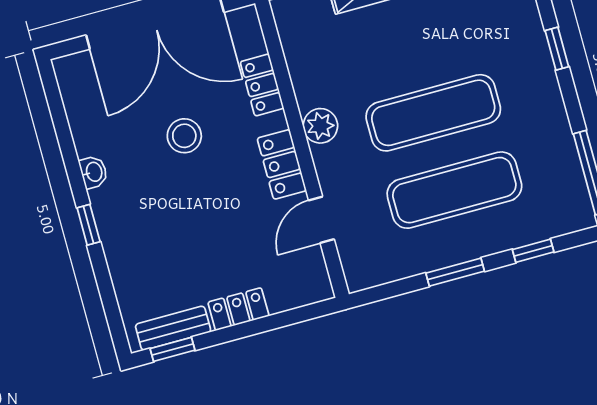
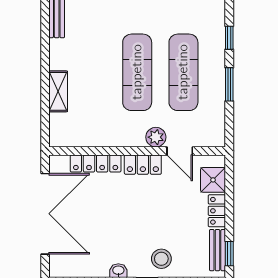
locker: (262, 85) -> (96, 164), width x1.53
plant: (320, 126) -> (156, 137), moved
stool: (184, 136) -> (161, 259), moved
shower: (288, 289) -> (213, 180), added

